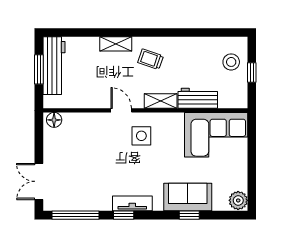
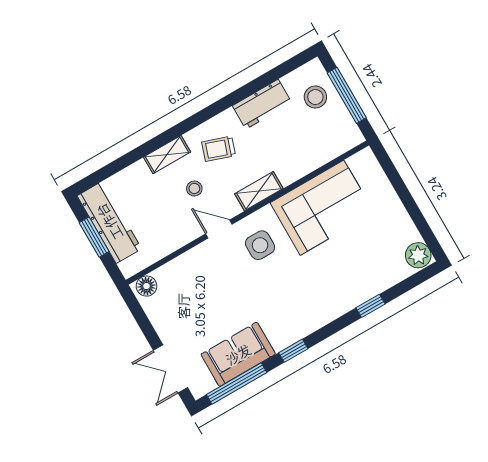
window: (252, 72) -> (347, 95), width x2.17
stool: (121, 76) -> (194, 188), added
workbench: (198, 98) -> (262, 104), moved, turned 180
corner sofa: (216, 135) -> (322, 208), moved
sofa: (188, 197) -> (238, 354), moved
tv unit: (132, 203) -> (295, 331), removed

